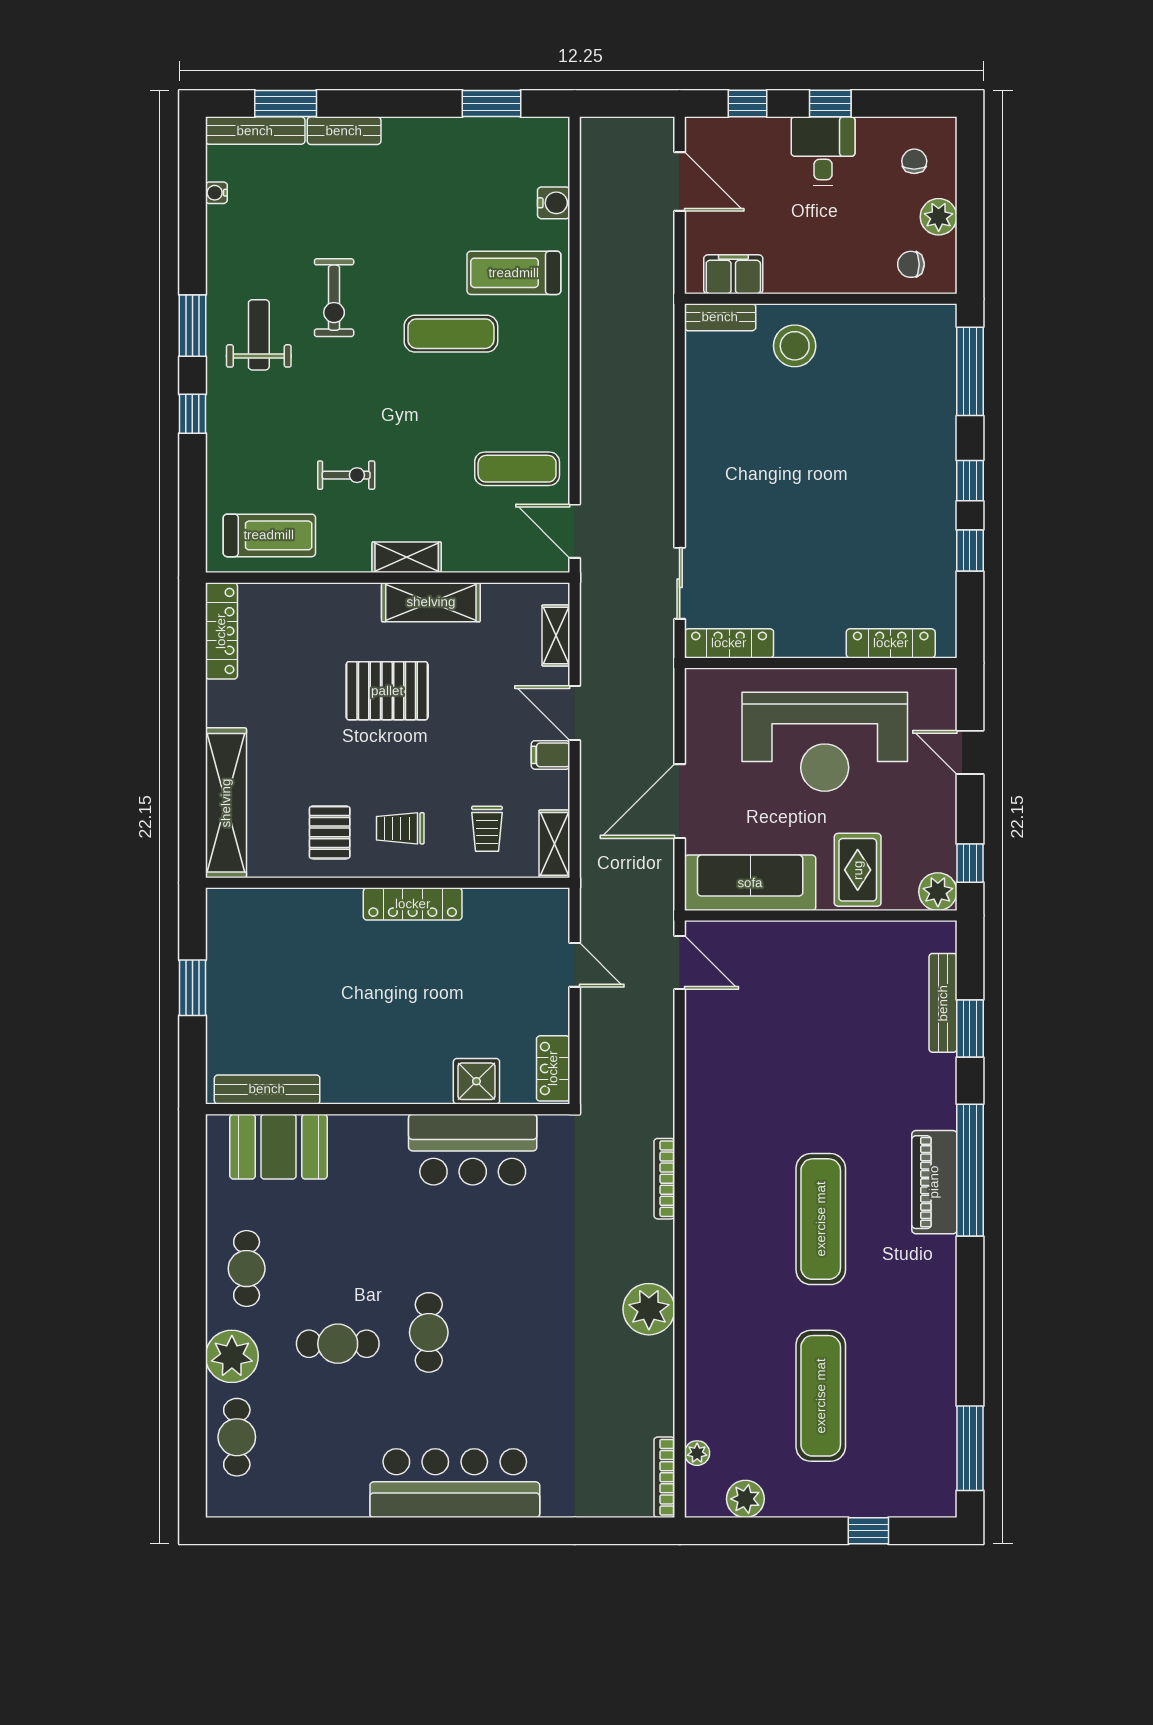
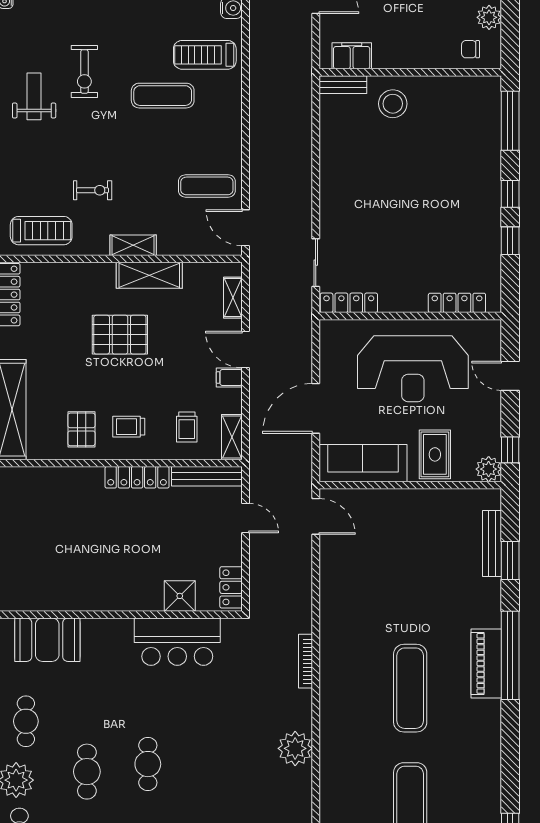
bench: (267, 1089) -> (207, 476), moved
cafe table: (338, 1344) -> (87, 772), turned 90

